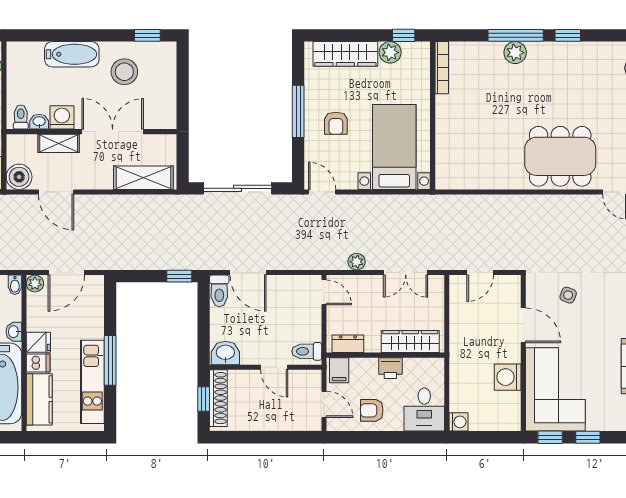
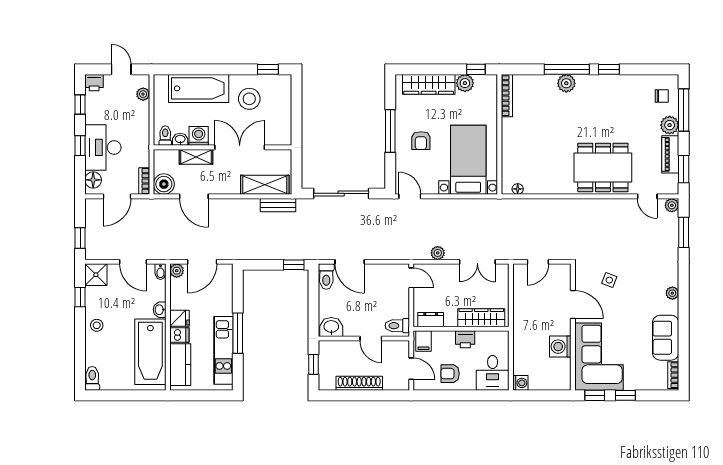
bathtub: (72, 54) -> (199, 88), width x1.36, depth x1.36
floor lamp: (455, 183) -> (518, 189), added
bench: (160, 203) -> (278, 205), added
shoe rack: (218, 398) -> (359, 383), moved, turned -90

